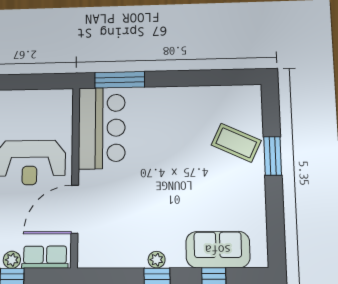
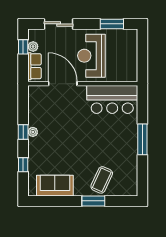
window: (120, 80) -> (142, 139), moved
sofa: (218, 250) -> (55, 186), moved, turned -90

